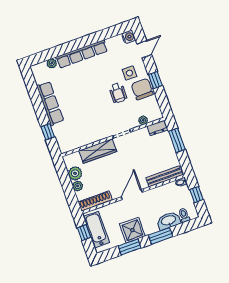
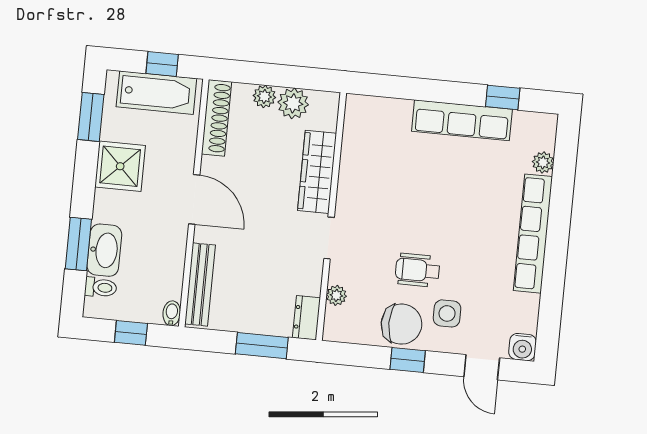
window: (48, 132) -> (503, 97), moved
window: (161, 236) -> (78, 244), moved
window: (130, 247) -> (91, 117), moved

